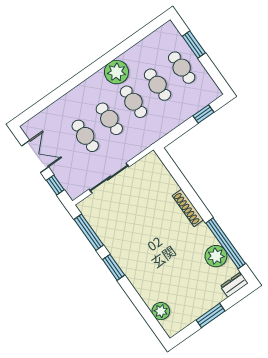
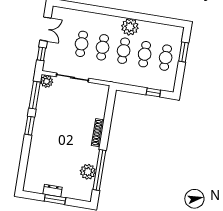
dresser: (234, 285) -> (53, 191), moved
plant: (161, 311) -> (47, 81), moved

